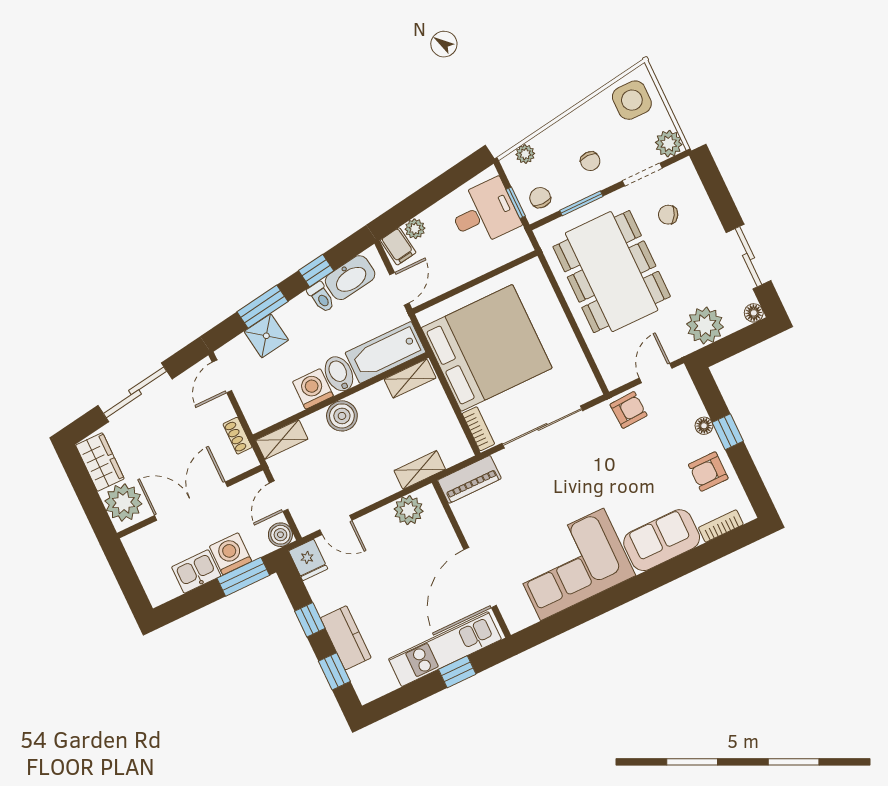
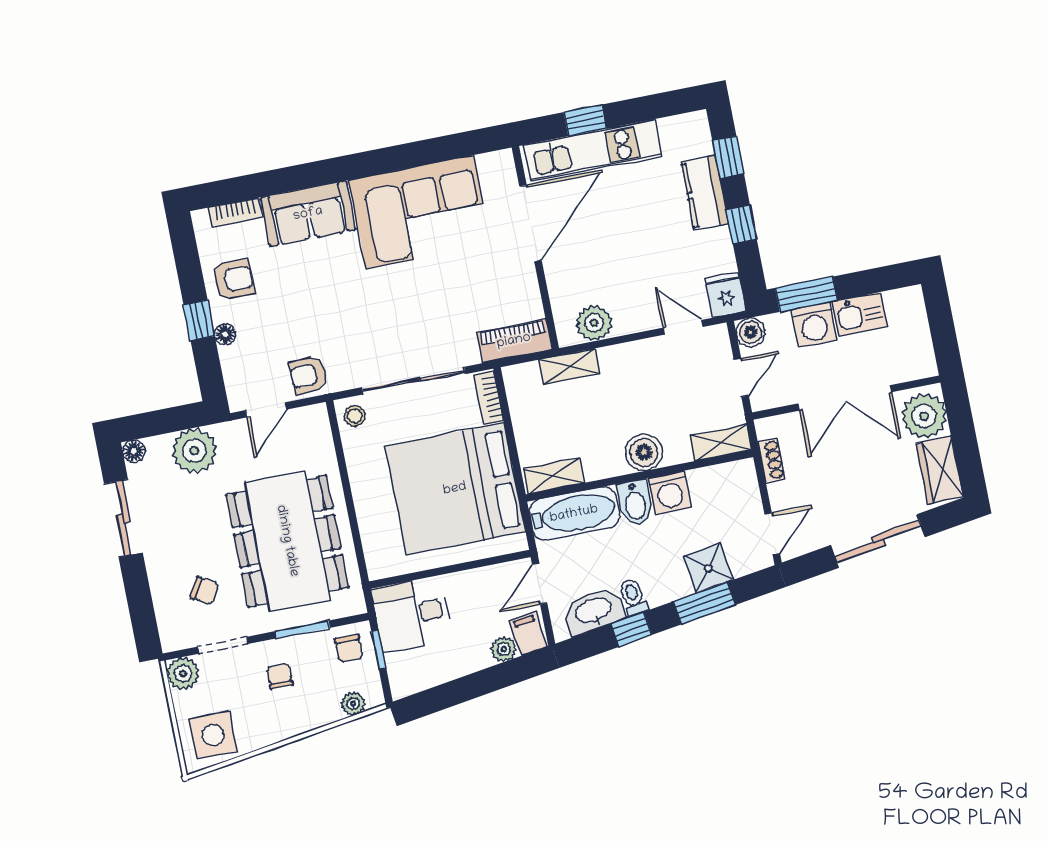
desk: (484, 213) -> (412, 614), moved
stool: (583, 386) -> (355, 416), added

